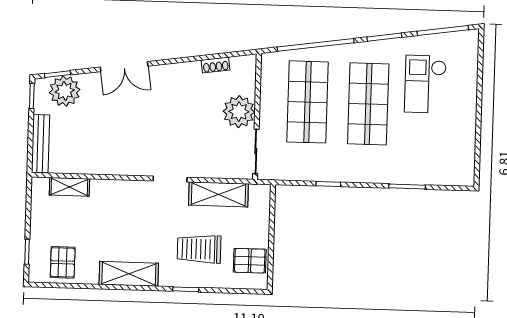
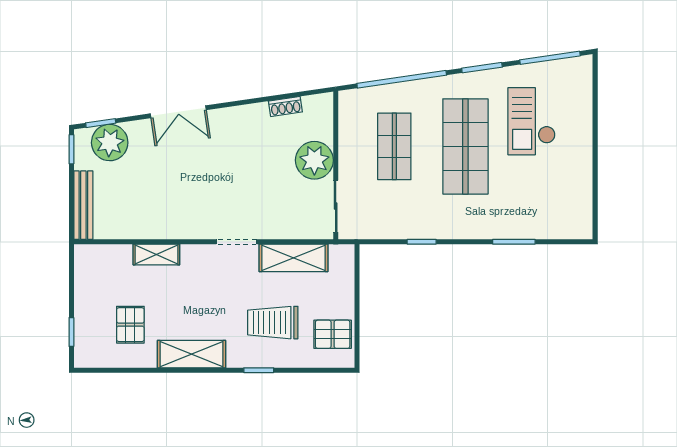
shop shelf: (308, 102) -> (394, 146), width x0.70, depth x0.74
shelving: (69, 187) -> (156, 254), moved
pallet: (63, 262) -> (130, 325), moved

